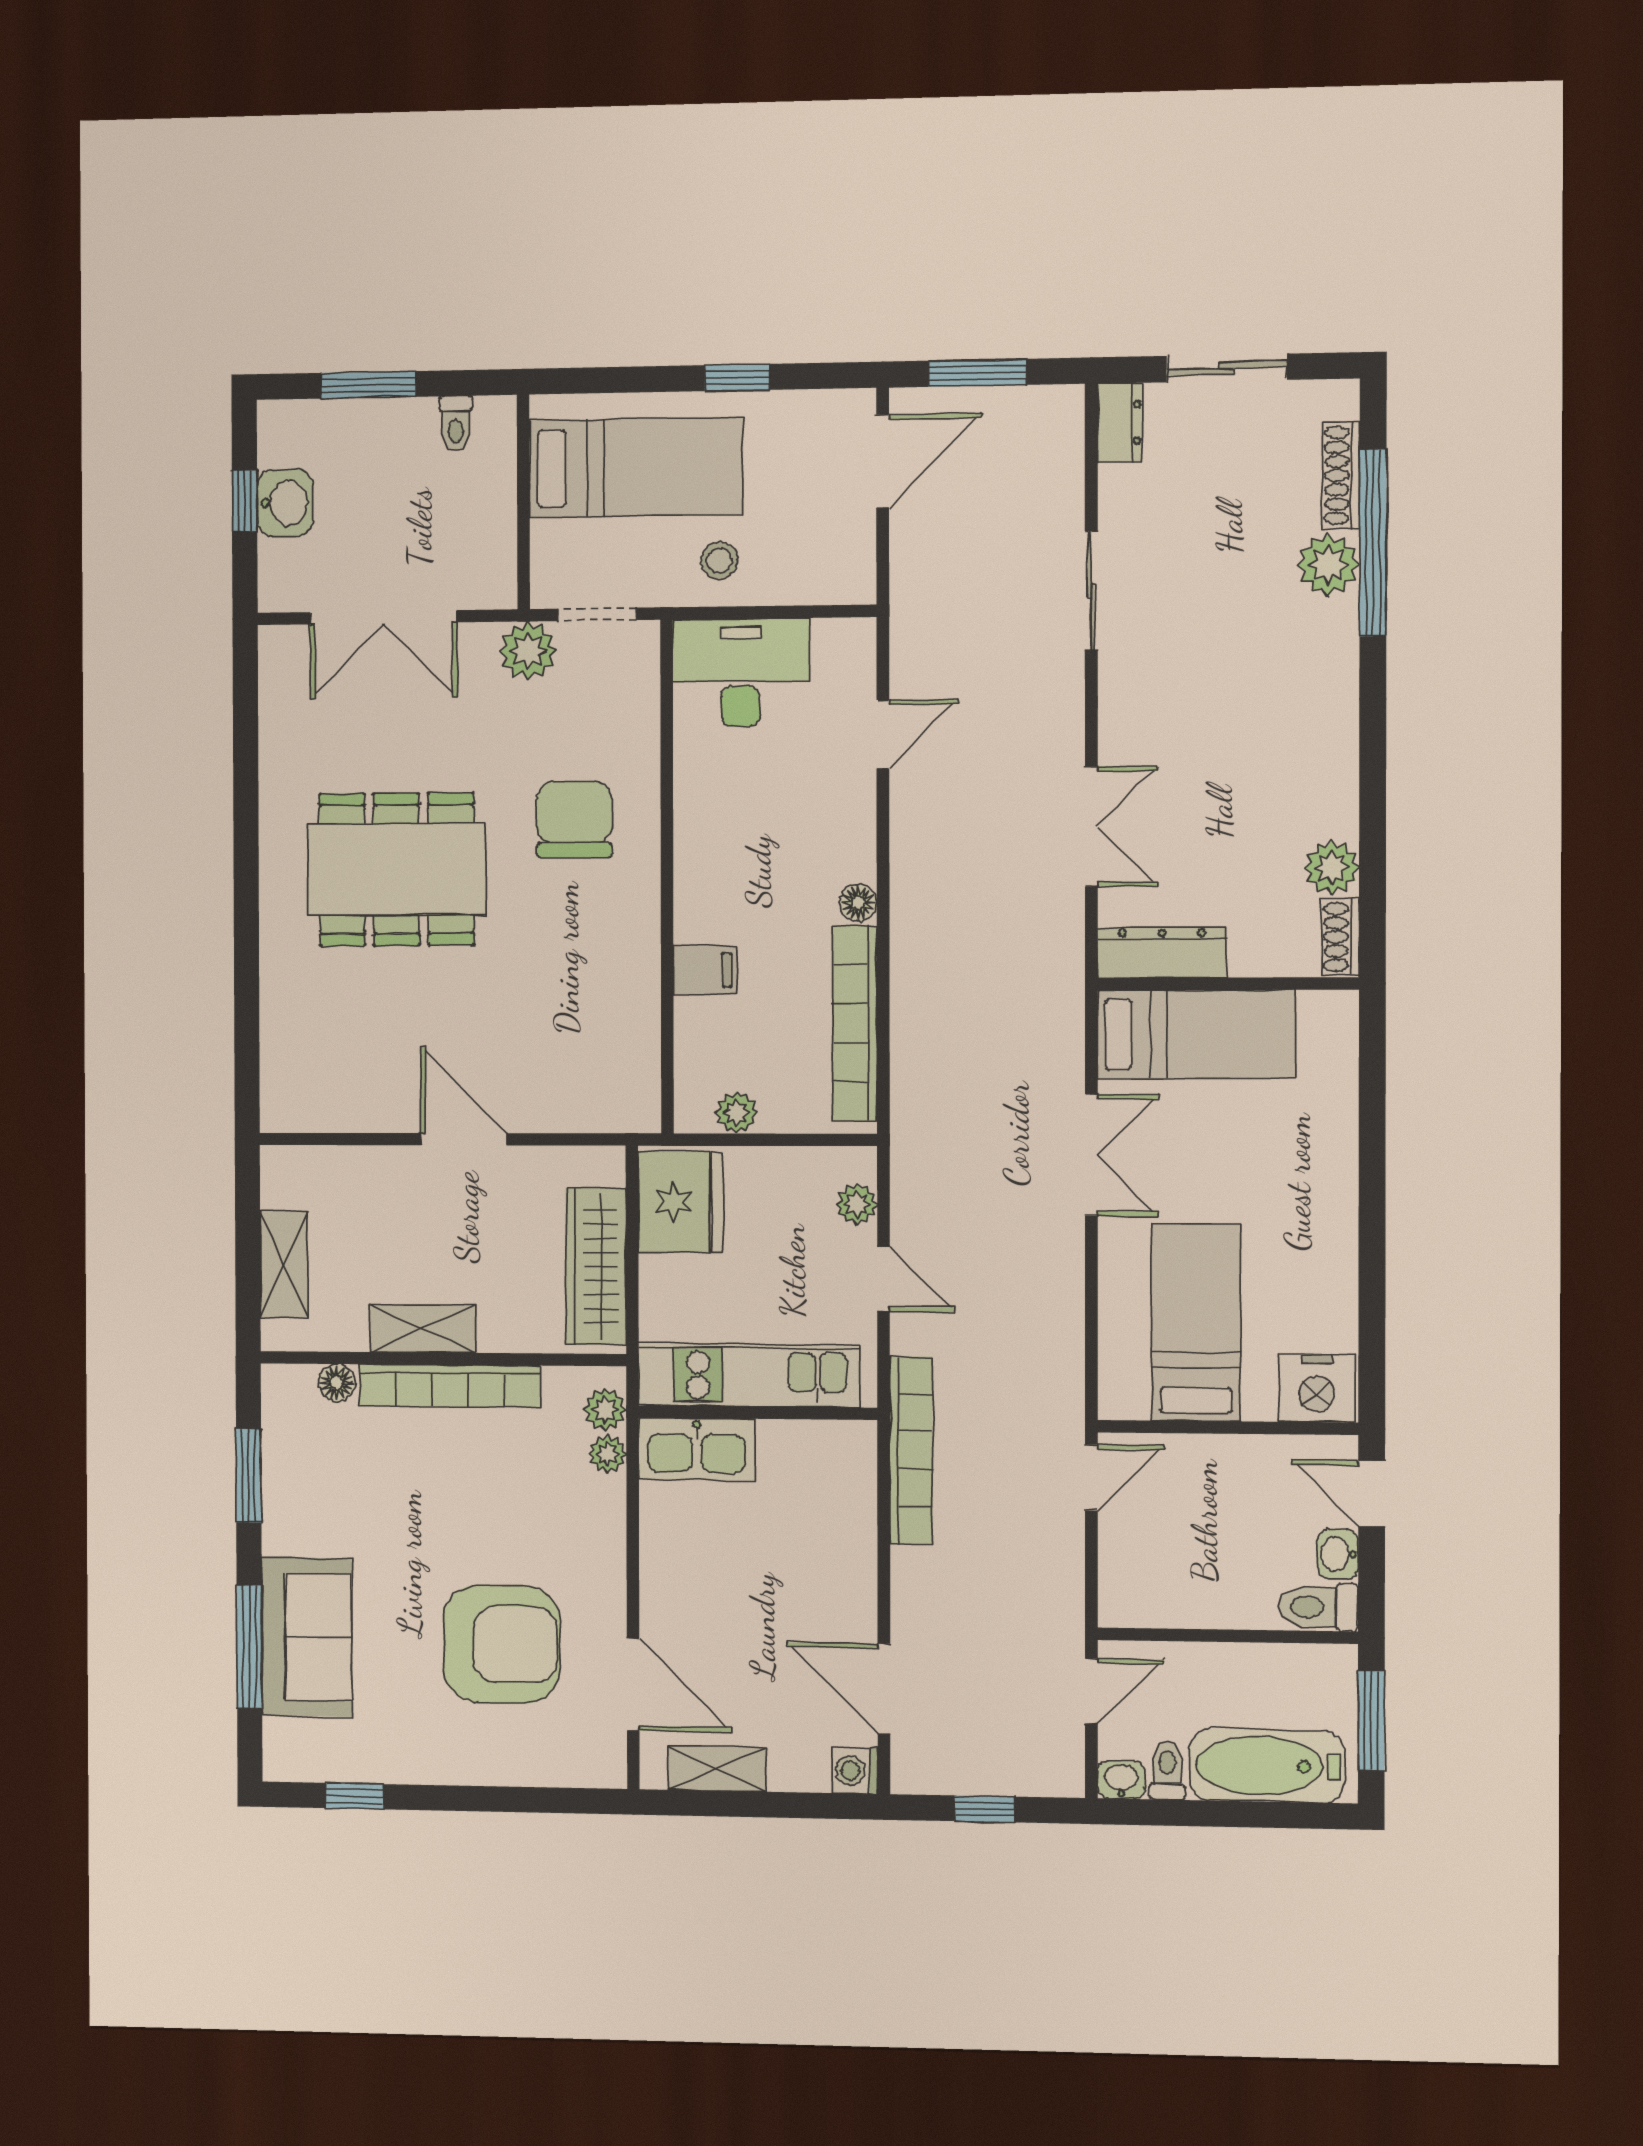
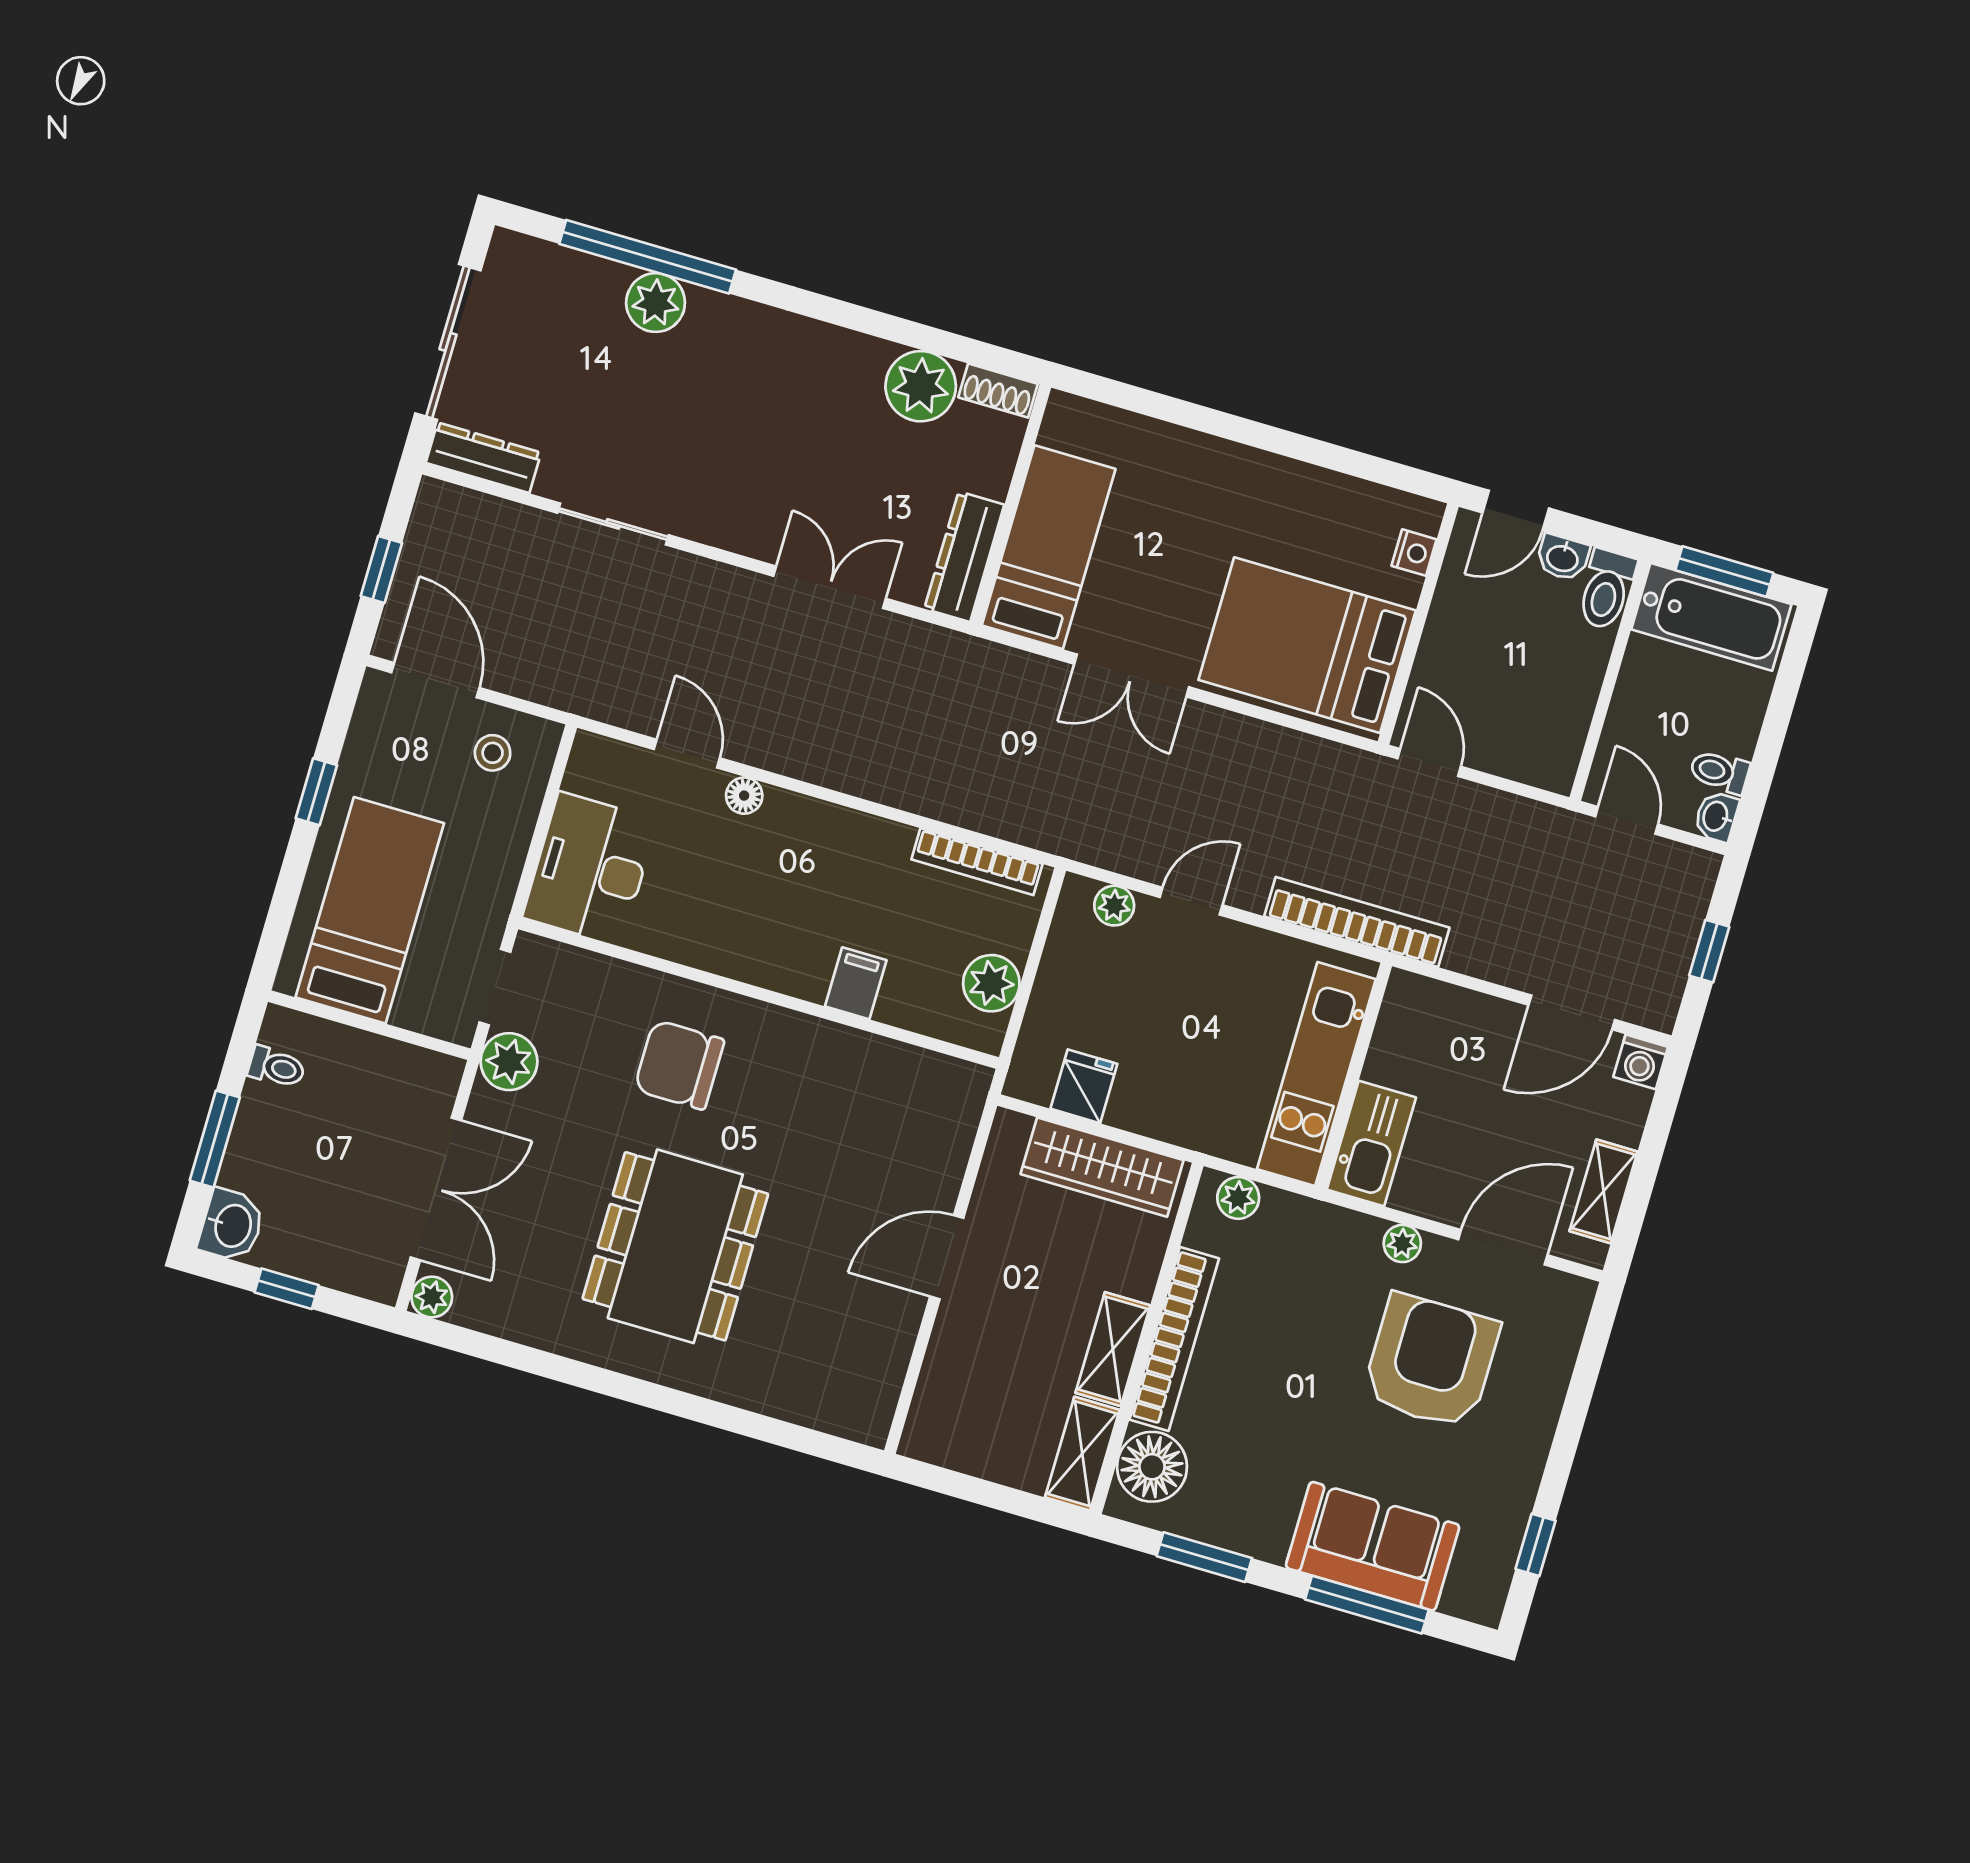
sliding door: (1227, 368) -> (448, 342), width x1.37
window: (977, 373) -> (381, 569), width x0.67
dresser: (1120, 423) -> (483, 458), width x1.44
shoe rack: (1341, 475) -> (578, 267), removed
washbasin: (285, 503) -> (232, 1225), moved, turned 90
stool: (719, 561) -> (493, 753), moved
plant: (278, 646) -> (432, 1297), added
plant: (1332, 867) -> (921, 386), width x1.36, depth x1.36
floor lamp: (858, 903) -> (744, 796), moved
bookcase: (855, 1023) -> (977, 862), width x0.68, depth x0.76
plant: (736, 1112) -> (991, 983), width x1.38, depth x1.38
double door: (1091, 1155) -> (1132, 676), swing flipped
fridge: (680, 1202) -> (1084, 1086), width x0.53, depth x0.75
shelving: (284, 1264) -> (1082, 1454), moved, turned 90
bed: (1196, 1322) -> (1307, 645), width x1.50
kitchen unit: (749, 1375) -> (1316, 1074), moved
floor lamp: (337, 1383) -> (1152, 1467), width x1.89, depth x1.89
nightstand: (1317, 1388) -> (1414, 553), width x0.53, depth x0.56
wall: (758, 1413) -> (1354, 1076), moved
kitchen sink: (697, 1449) -> (1371, 1143), moved
plant: (608, 1454) -> (1402, 1244), moved
bathtub: (1267, 1766) -> (1711, 617), moved, turned -90

